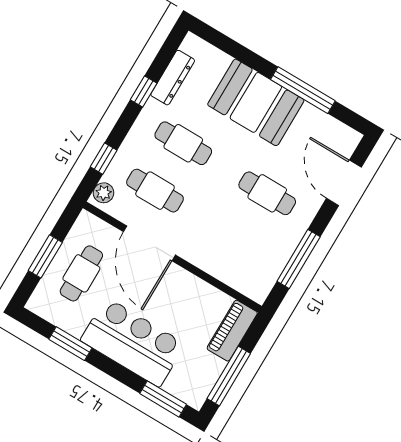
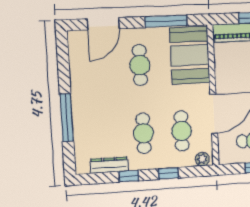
window: (303, 90) -> (67, 118), moved
booth: (256, 102) -> (190, 55), moved
window: (104, 159) -> (168, 173), moved

